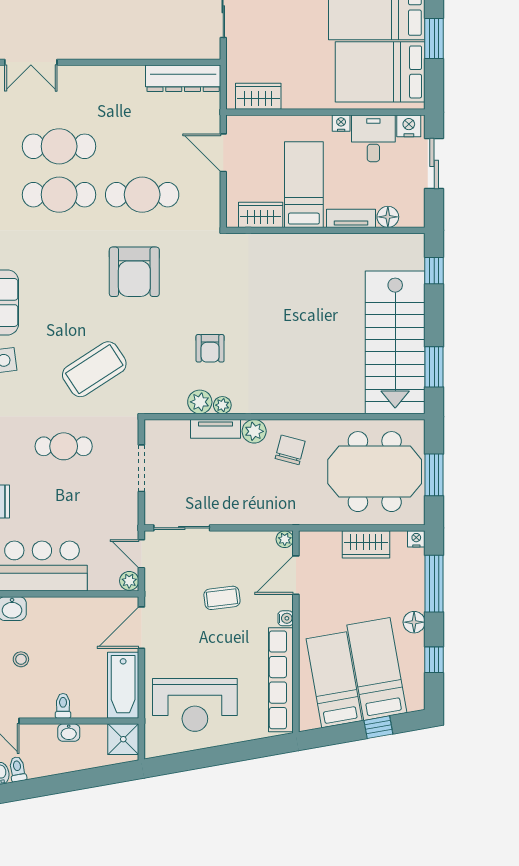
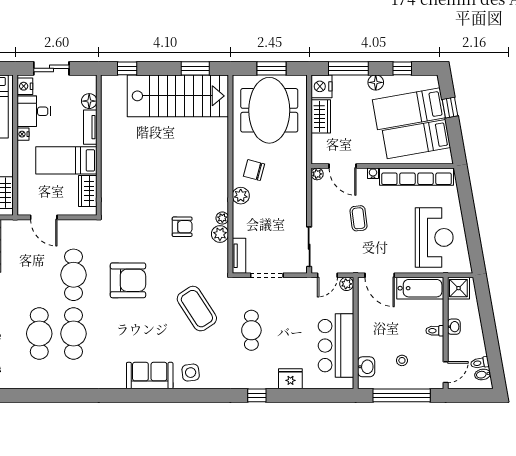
door: (223, 153) -> (44, 217), hinge flipped
tv unit: (216, 429) -> (239, 256), moved
nightstand: (416, 539) -> (321, 86), width x1.89, depth x1.79

